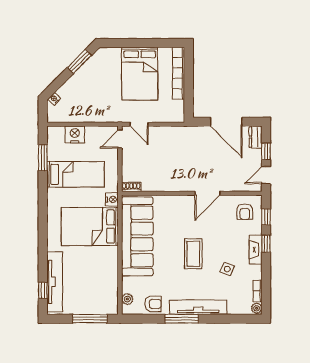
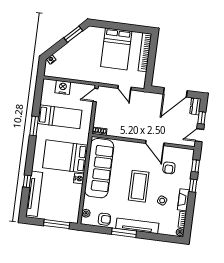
door: (226, 122) -> (175, 92), hinge flipped
door: (139, 124) -> (125, 88), moved
window: (43, 158) -> (34, 126), moved
door: (208, 193) -> (155, 143), hinge flipped
nightstand: (112, 199) -> (79, 178), moved
armchair: (245, 212) -> (169, 168), moved
fireplace: (256, 250) -> (183, 200), moved
coffee table: (193, 254) -> (139, 186), width x1.36, depth x1.32
window: (43, 290) -> (27, 181), moved

